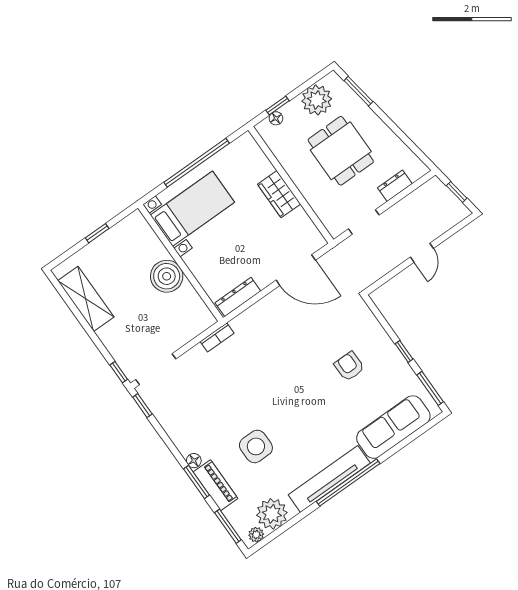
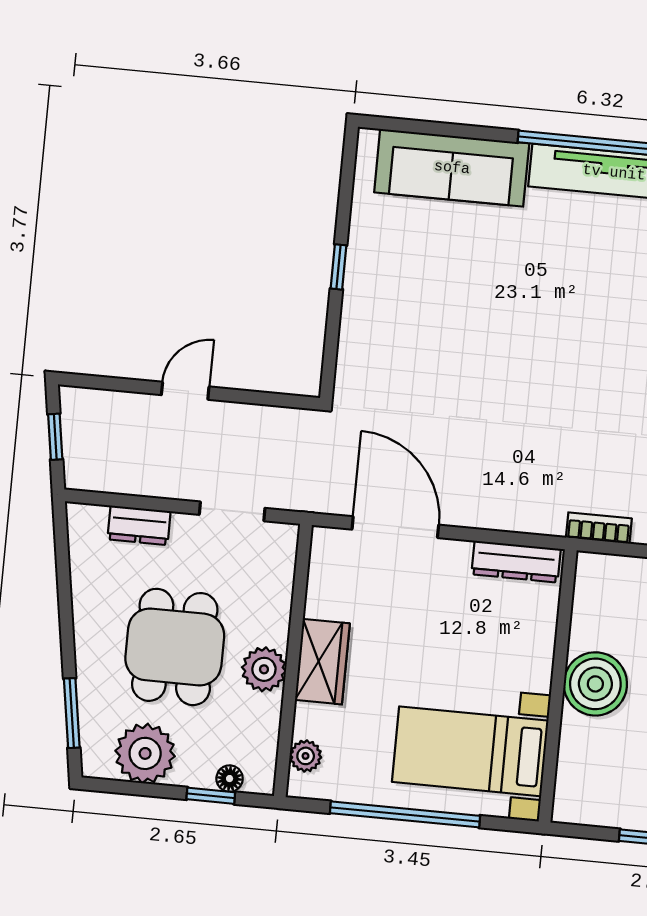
plant: (254, 152) -> (306, 756), added
plant: (299, 172) -> (264, 669), added
armchair: (349, 366) -> (439, 315), removed
window: (430, 388) -> (347, 178), removed

